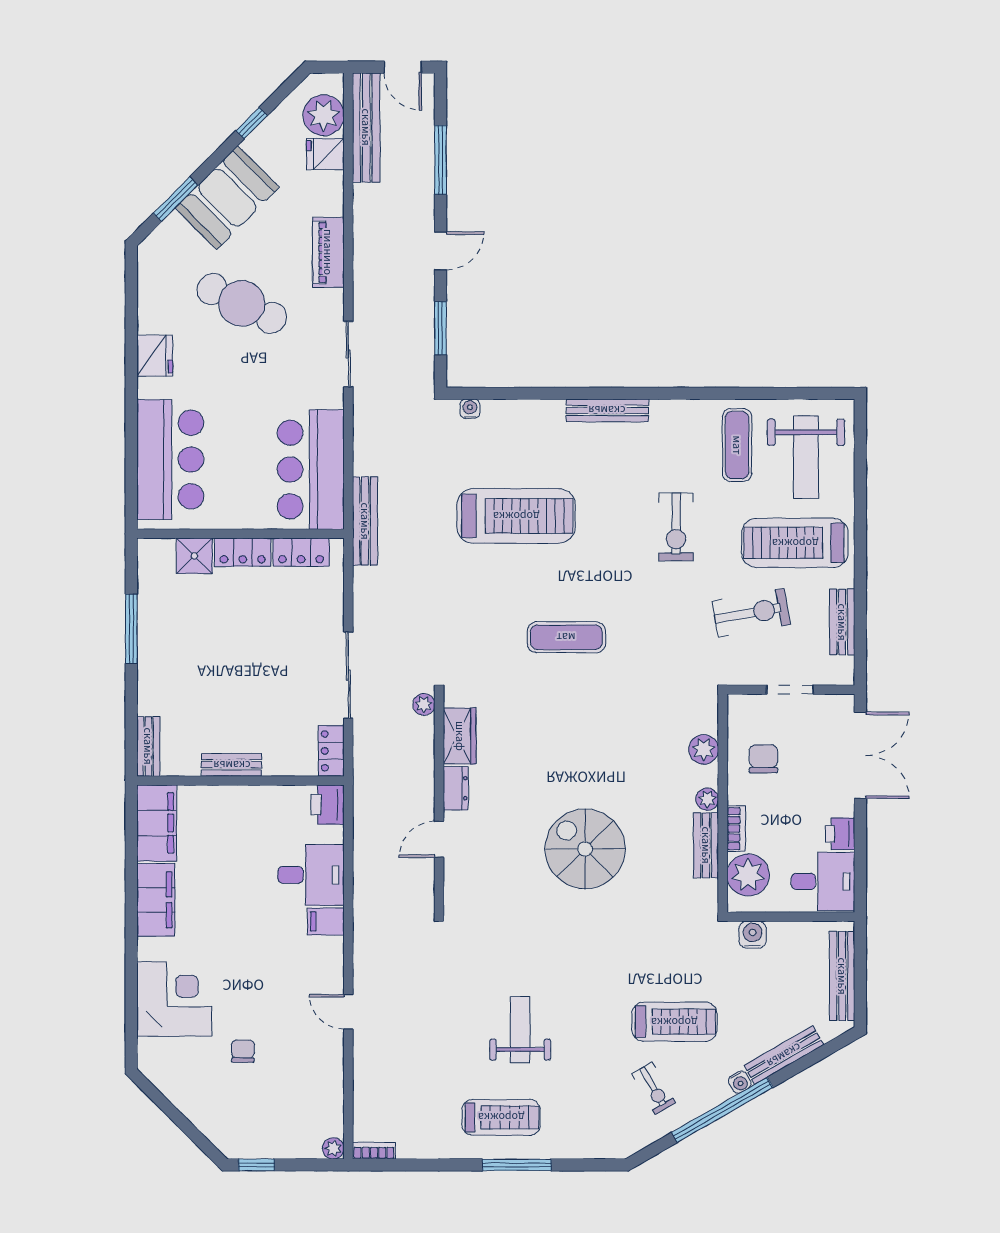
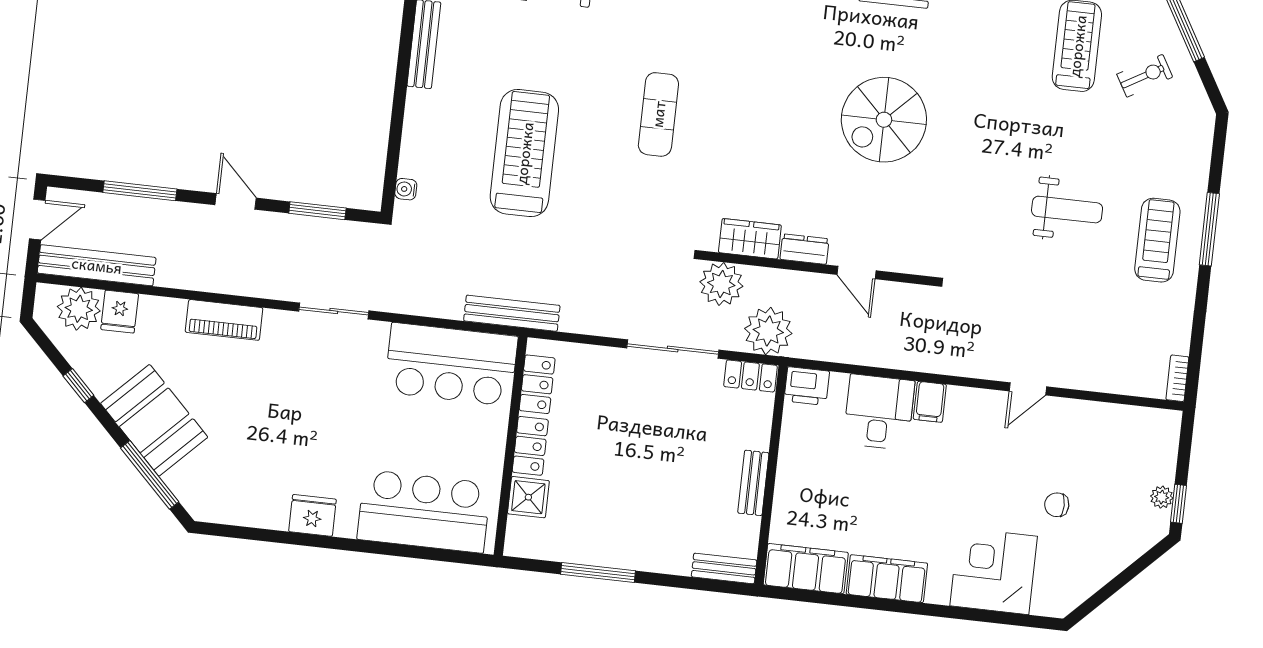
window: (176, 199) -> (150, 475), width x1.44
cafe table: (242, 303) -> (268, 417), removed
plant: (424, 704) -> (721, 284), width x1.88, depth x1.88
plant: (375, 763) -> (768, 331), added
weight bench: (520, 1030) -> (1067, 210), turned 180
plant: (333, 1148) -> (1162, 497), moved

